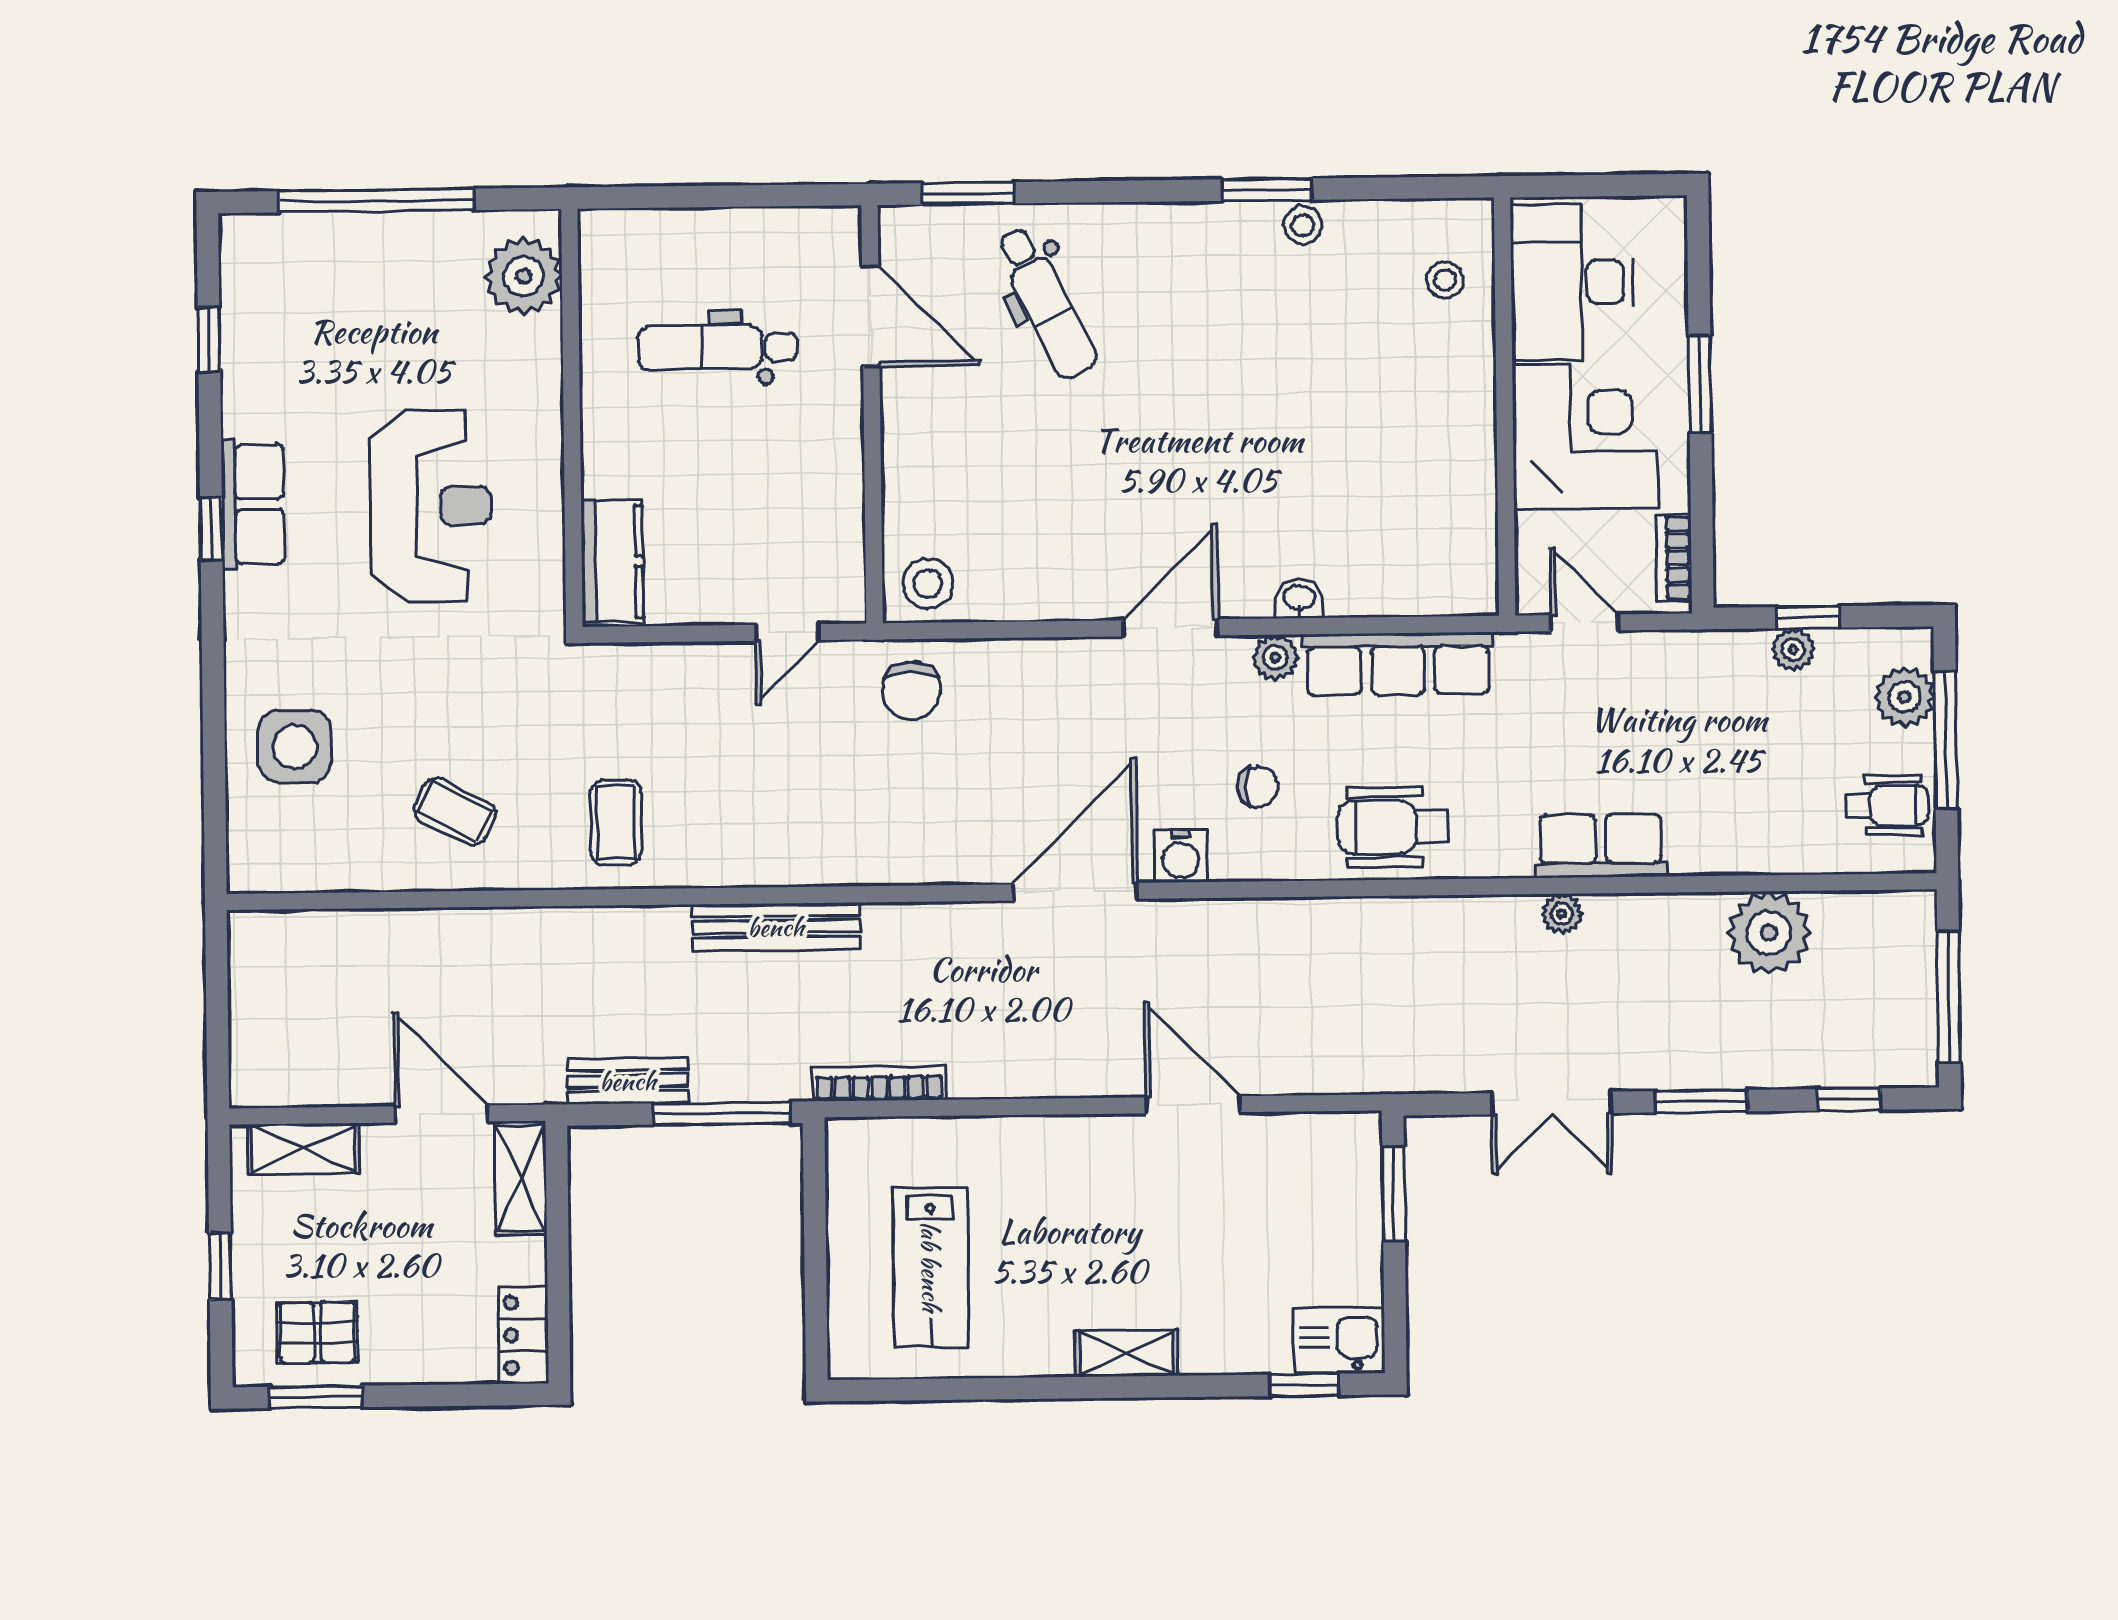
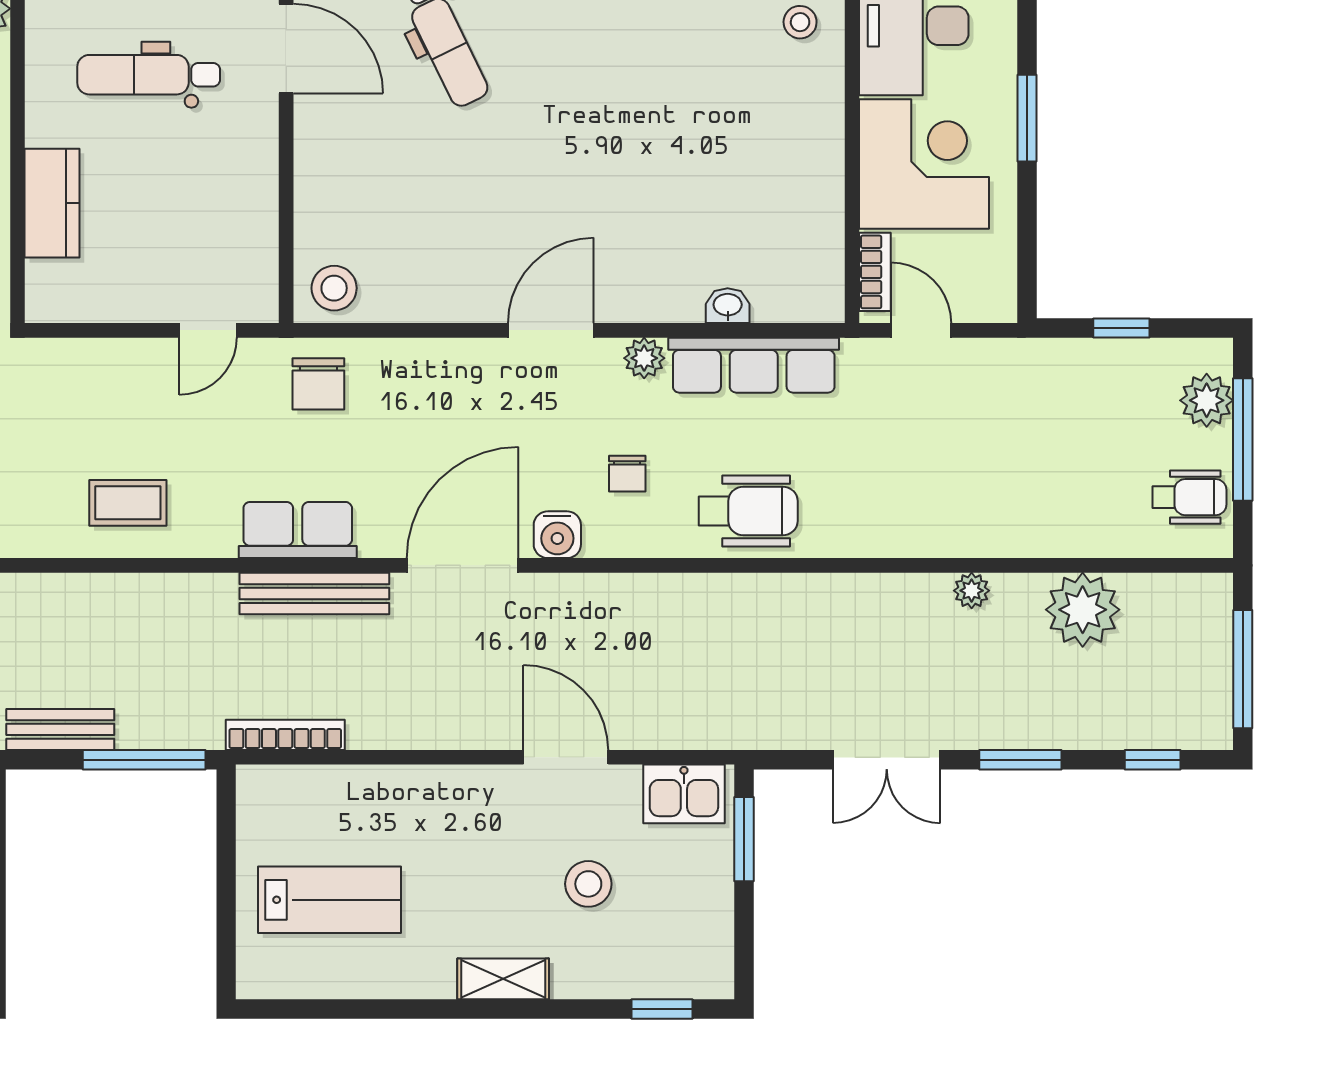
bookcase: (1674, 558) -> (875, 272), moved, turned 180
kitchen counter: (612, 562) -> (52, 203), moved
washbasin: (1299, 599) -> (728, 306), moved
plant: (1793, 649) -> (1107, 357), removed
chair: (1258, 787) -> (627, 474), turned 90
coffee table: (616, 822) -> (128, 503), moved, turned 90
wheelchair: (1394, 827) -> (748, 511), turned 180
row of seats: (1601, 846) -> (298, 530), moved
plant: (1562, 914) -> (972, 591), moved
bench: (776, 927) -> (314, 594), moved
stool: (1220, 1246) -> (588, 884), added
lab bench: (931, 1267) -> (329, 900), turned -90
kitchen sink: (1339, 1341) -> (684, 794), moved, turned 180

